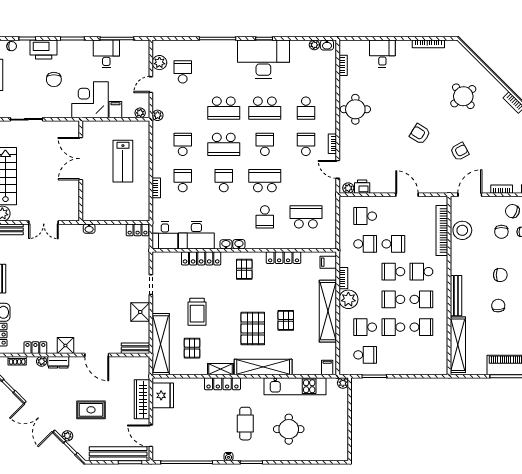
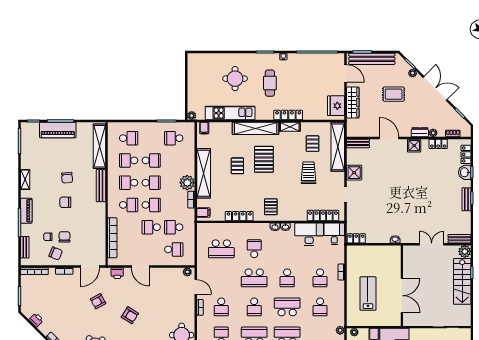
printer: (362, 187) -> (117, 273), moved
stool: (462, 230) -> (96, 238), removed
locker: (201, 258) -> (323, 216), moved
school desk: (365, 327) -> (129, 138), moved

